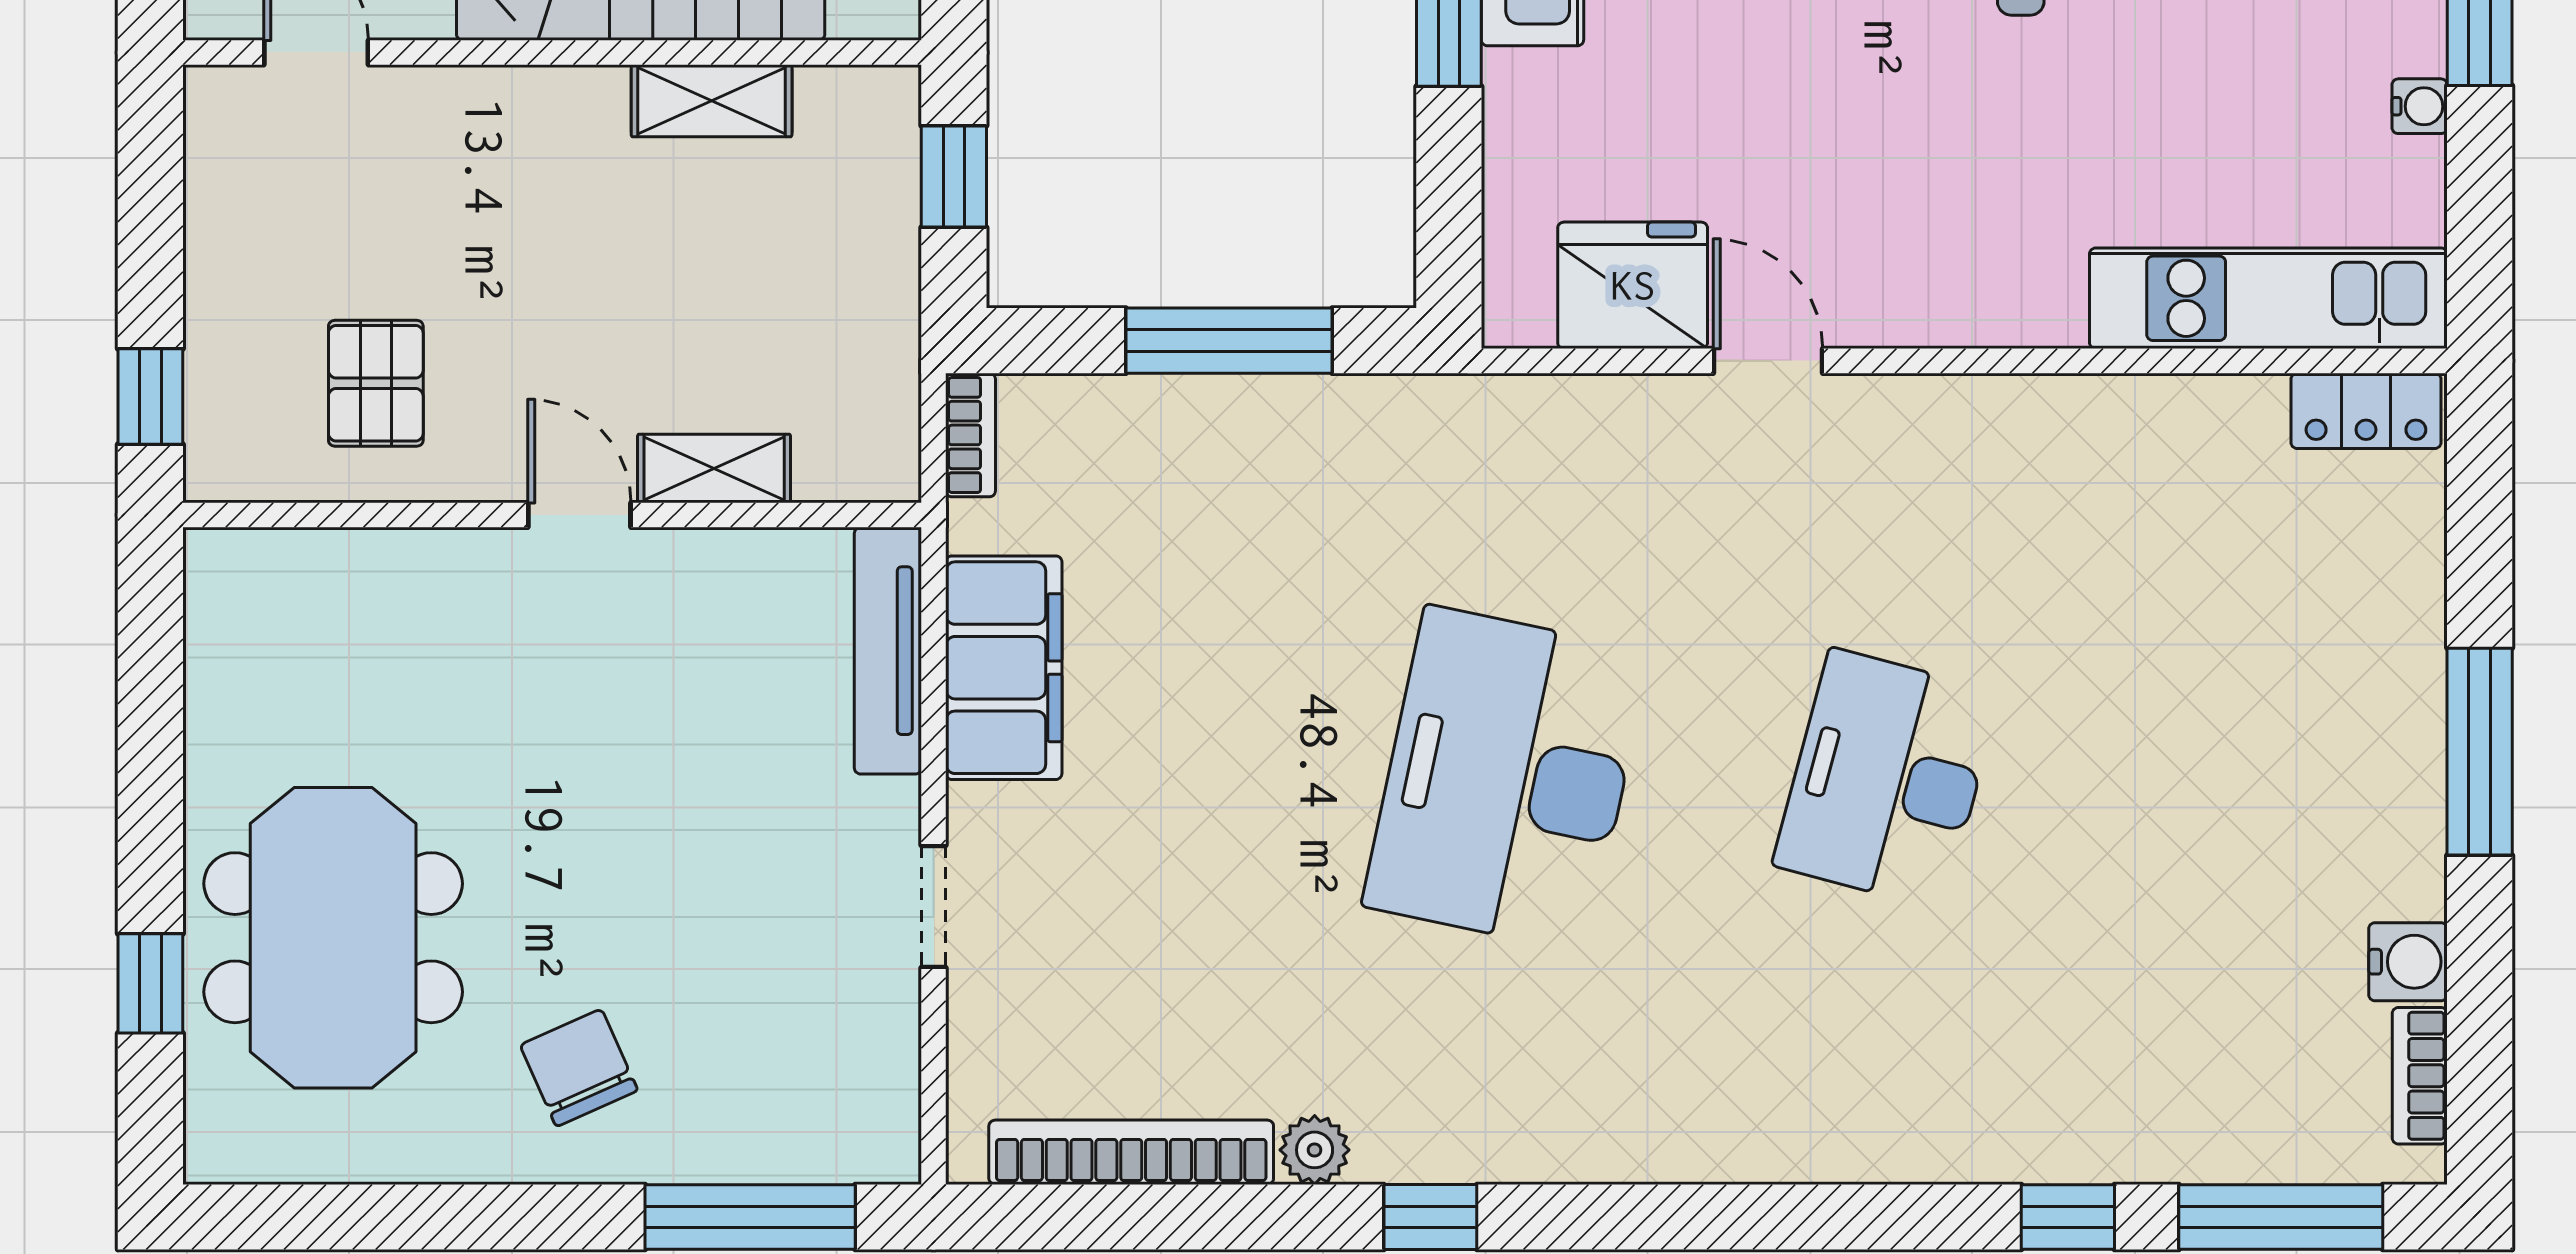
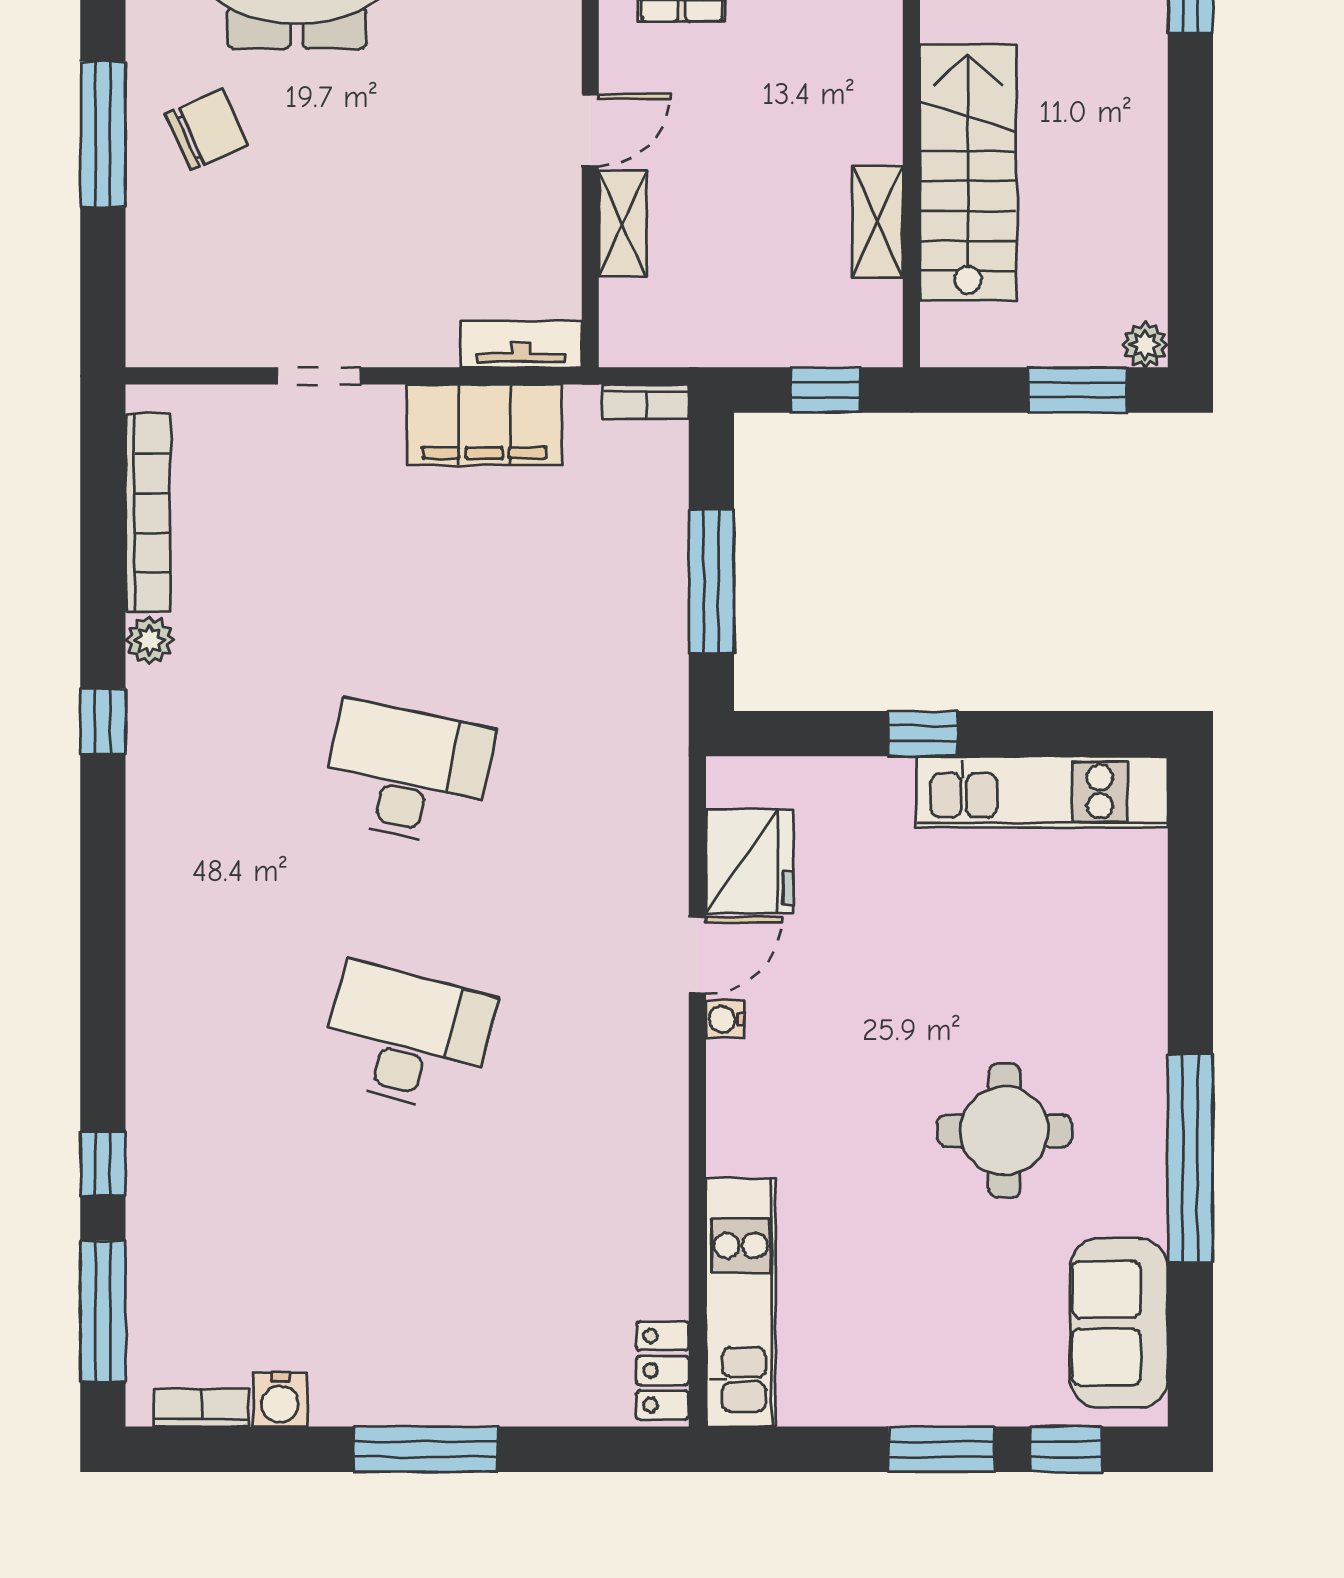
water cooler: (2420, 106) -> (725, 1019), moved, turned 90
tv unit: (888, 651) -> (521, 344), width x0.71
desk: (1506, 779) -> (407, 774), width x0.73, depth x0.77
window: (750, 1217) -> (103, 134), moved

